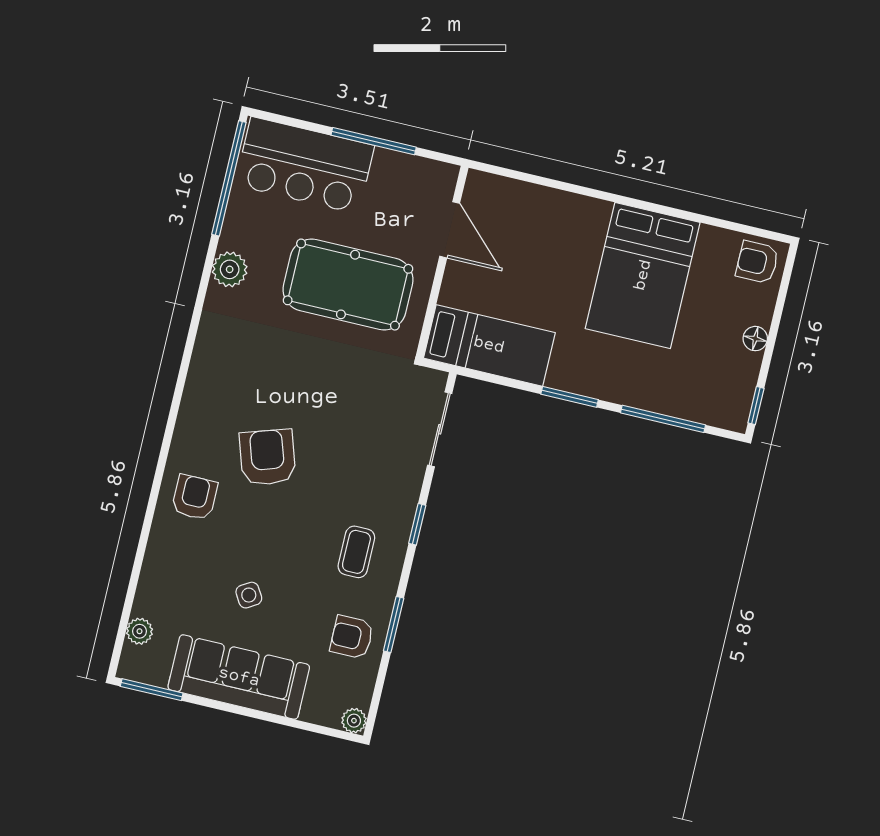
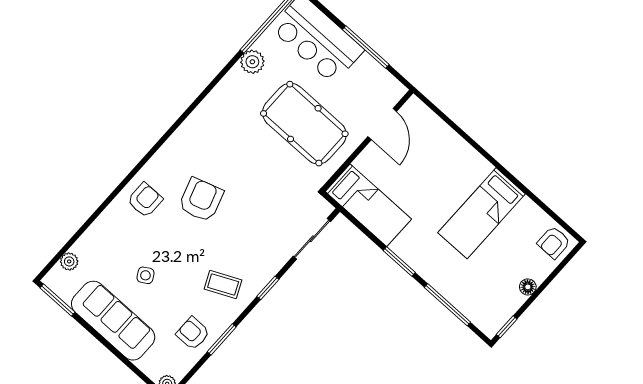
armchair: (757, 262) -> (554, 242), turned -90
plant: (230, 269) -> (252, 62), moved
bed: (643, 275) -> (482, 213), width x0.67
coffee table: (356, 552) -> (223, 284), turned 65

